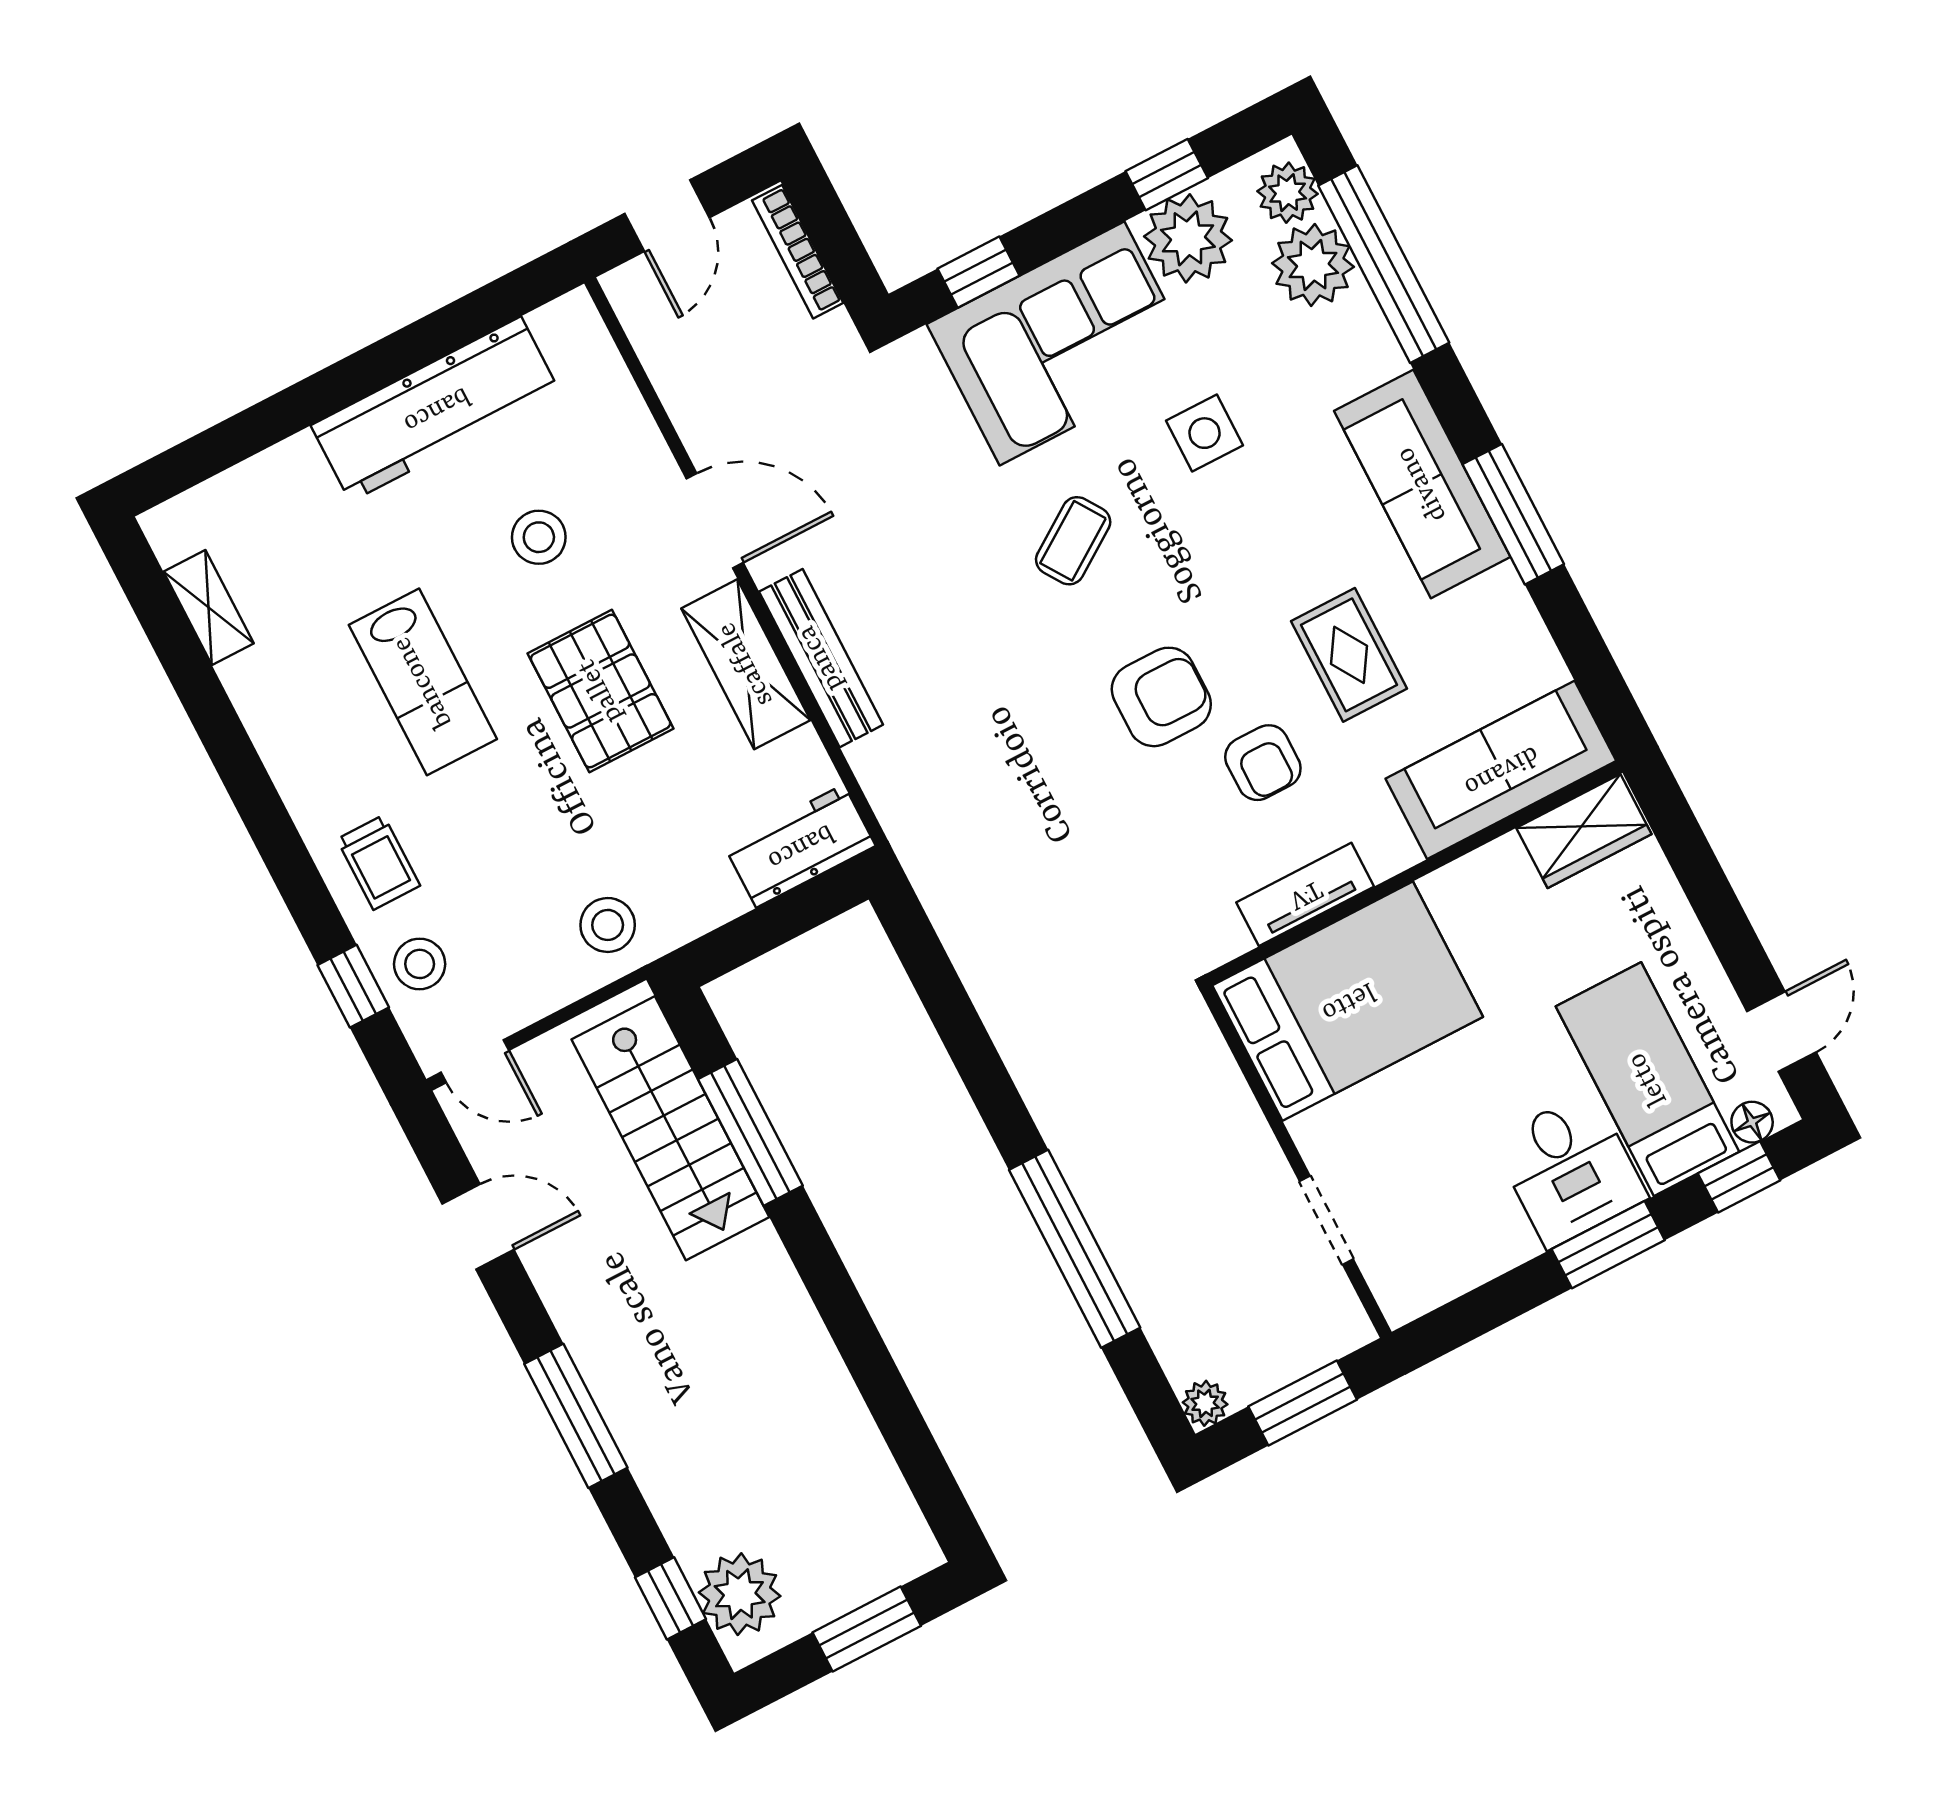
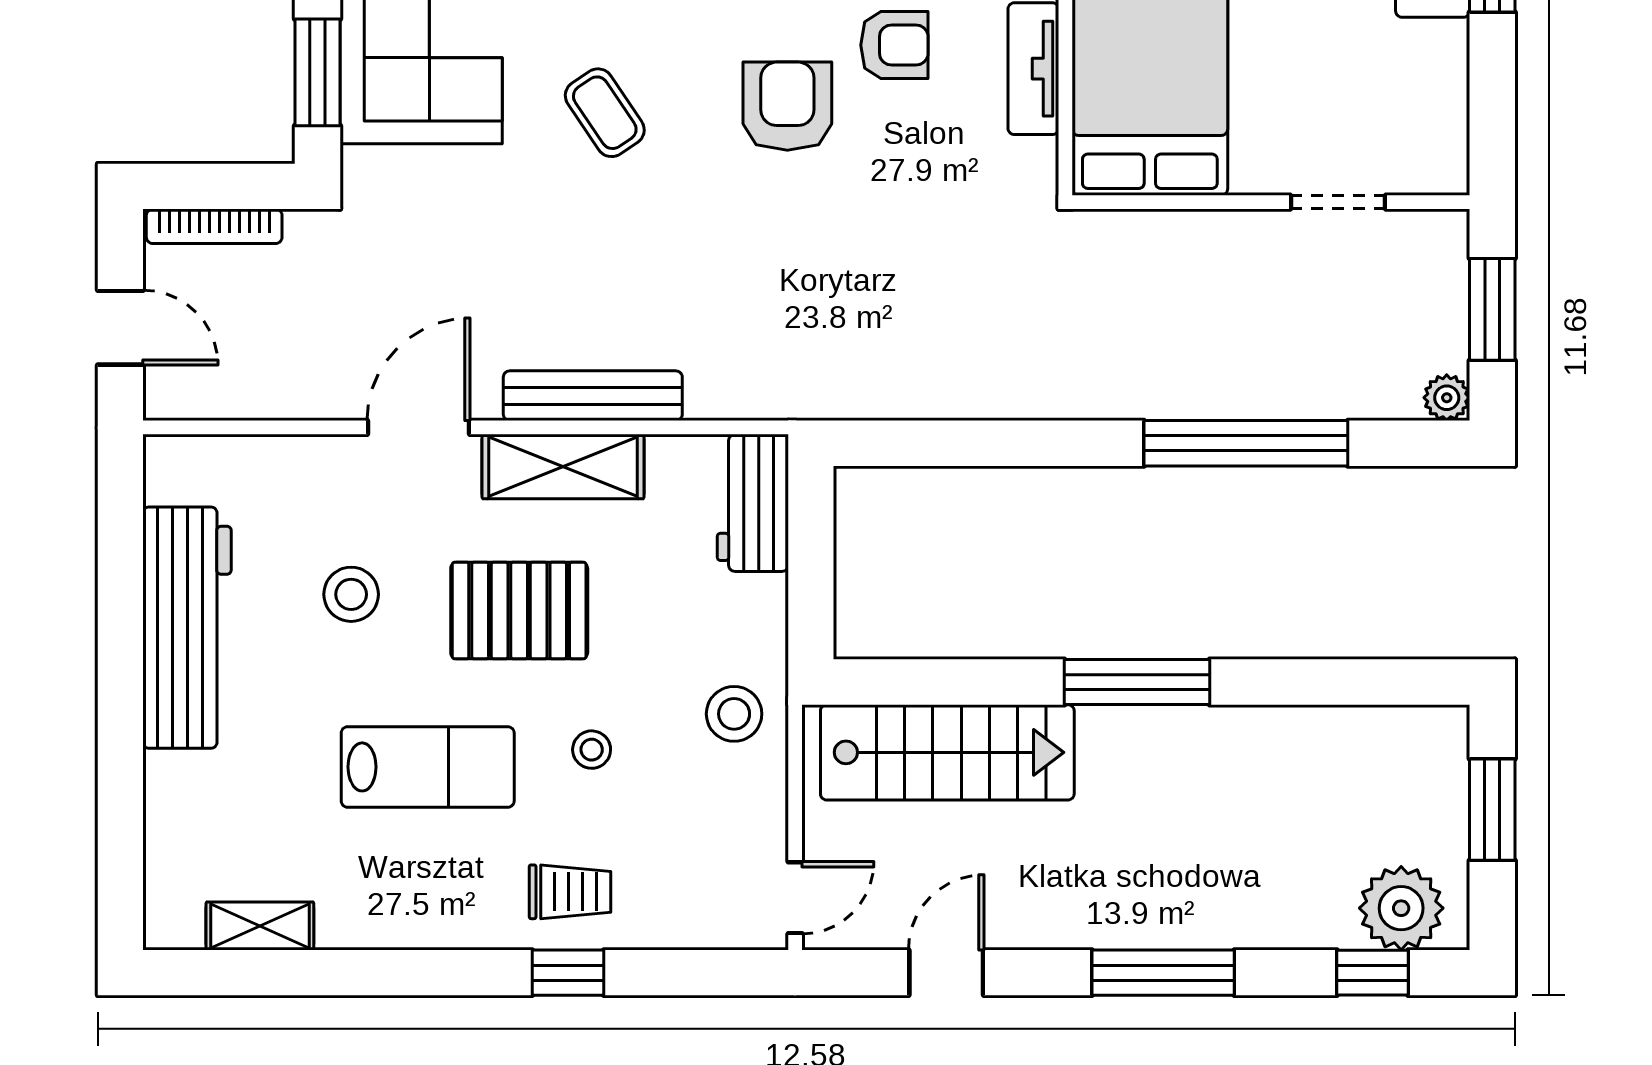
window: (979, 272) -> (317, 72), width x1.50
stool: (420, 964) -> (592, 750), moved, width x0.73, depth x0.73
window: (353, 986) -> (568, 973), moved
window: (750, 1132) -> (1137, 682), moved

